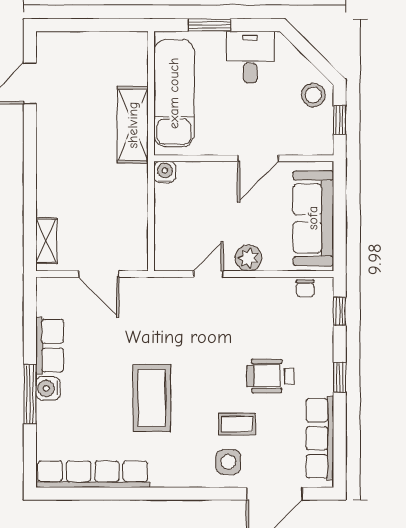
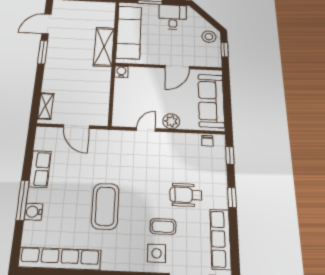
window: (30, 141) -> (43, 52), added
water cooler: (48, 388) -> (33, 212), moved

